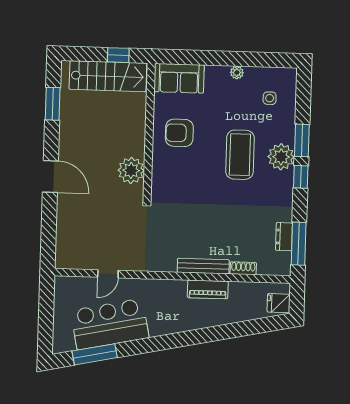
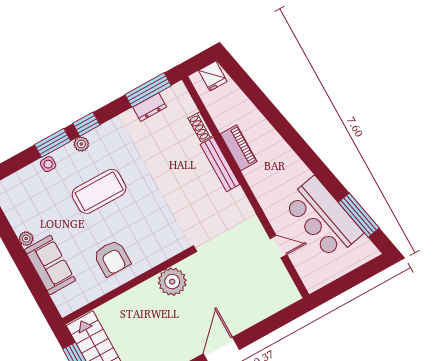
sofa: (179, 78) -> (50, 265), moved
side table: (270, 98) -> (48, 164), moved
plant: (281, 157) -> (81, 144), width x0.53, depth x0.53

